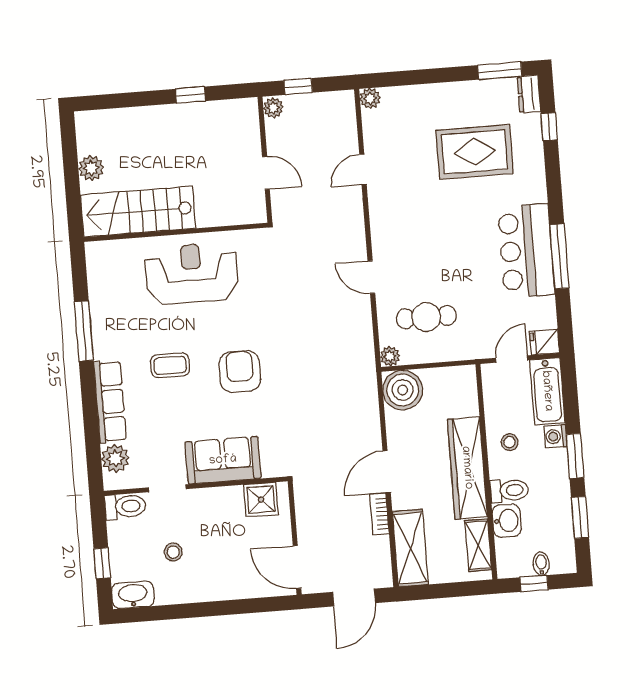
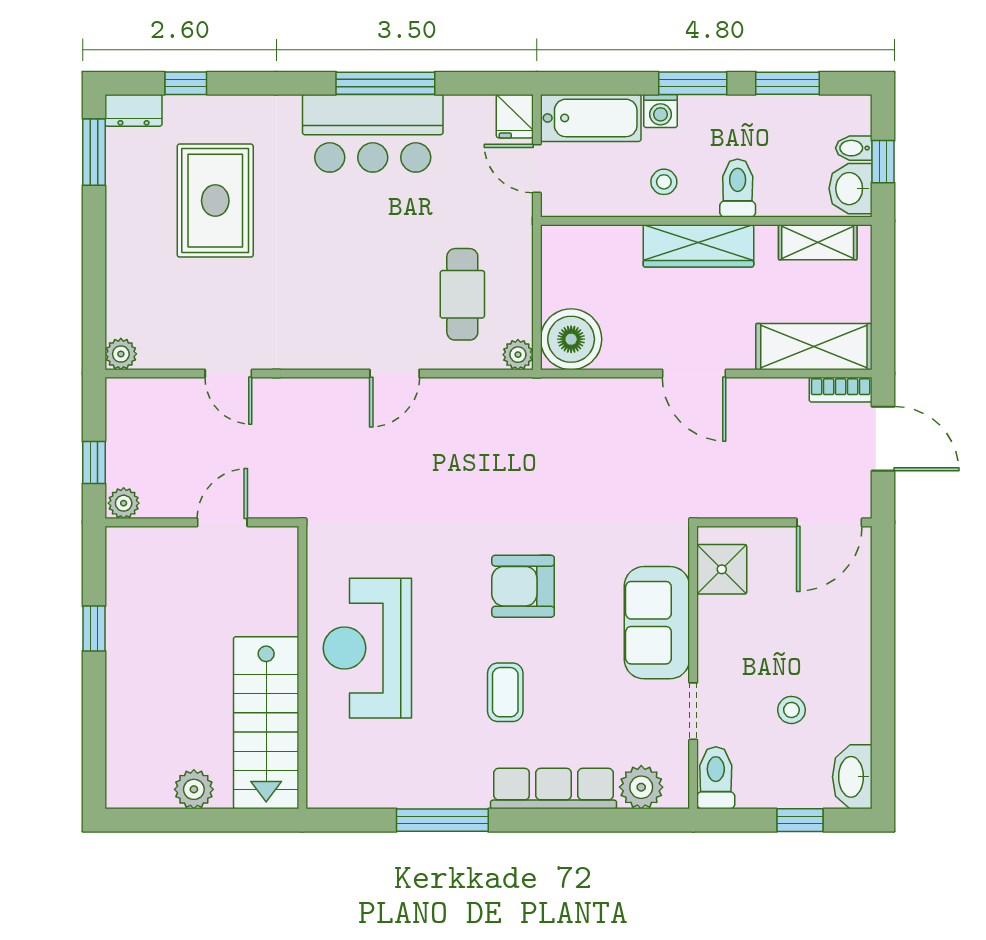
wardrobe: (467, 468) -> (698, 246), width x0.71, depth x0.85
bookcase: (379, 514) -> (841, 390), moved
washbasin: (507, 521) -> (850, 189), moved, turned -90

